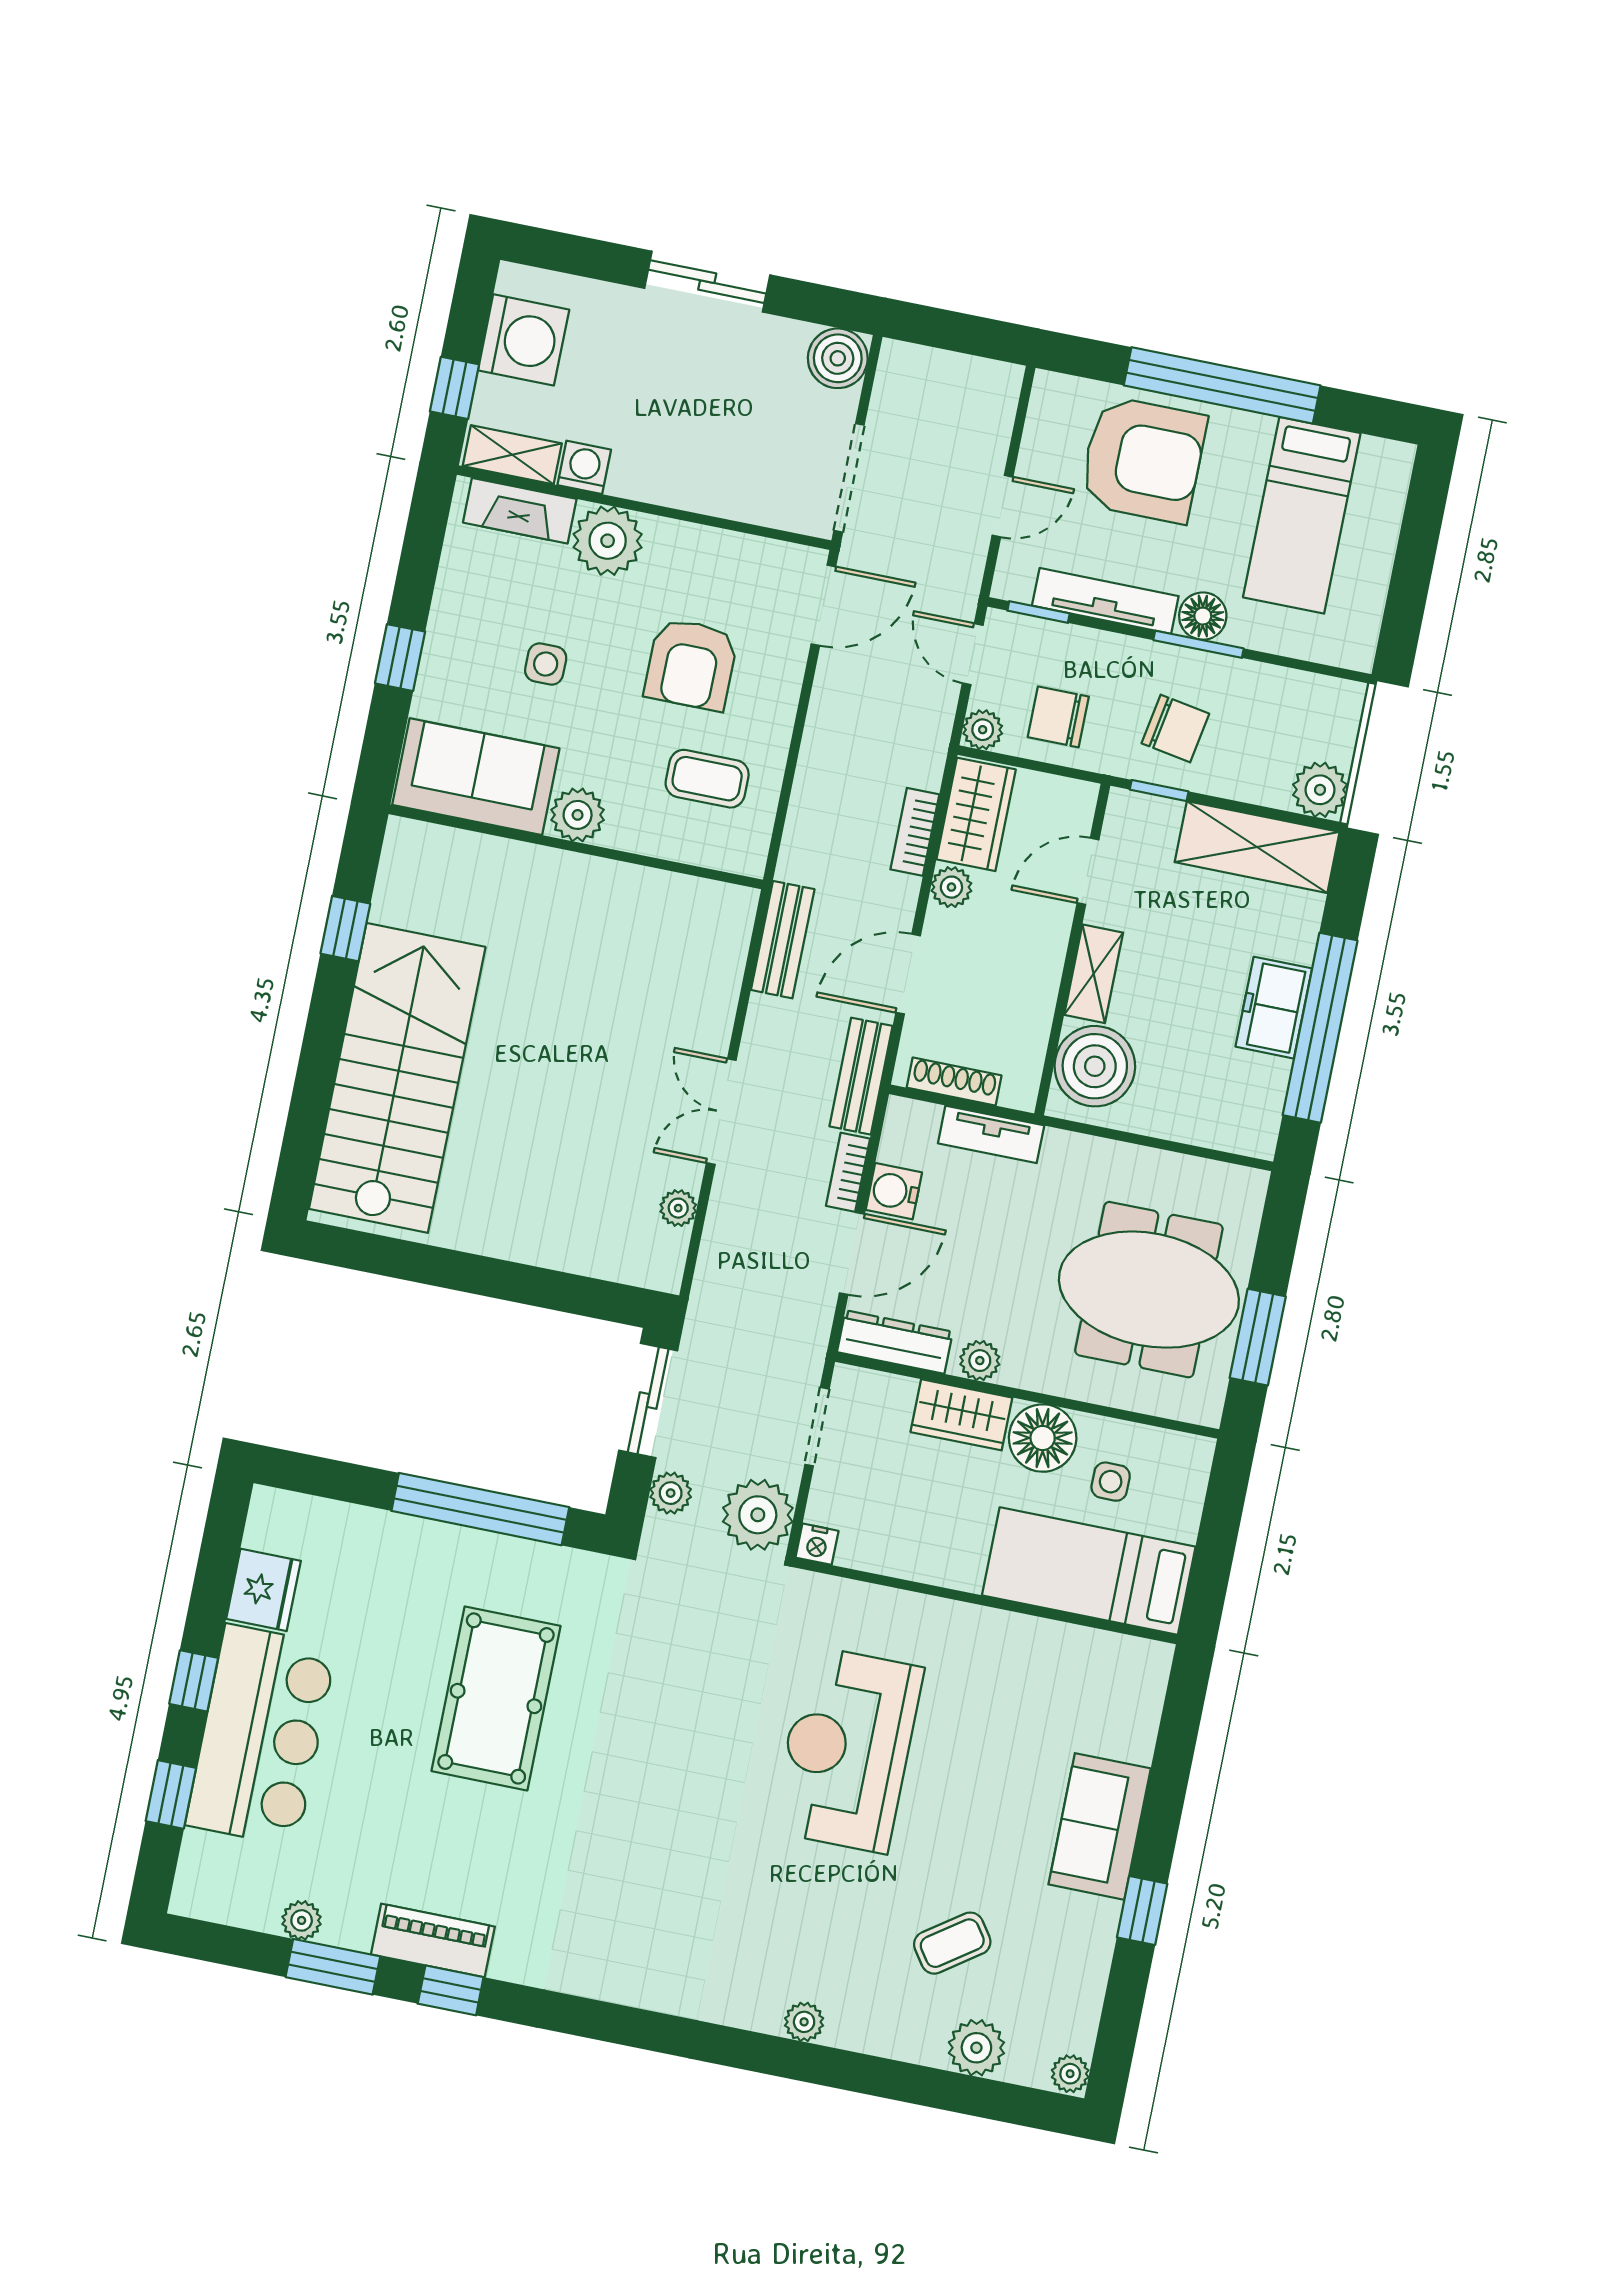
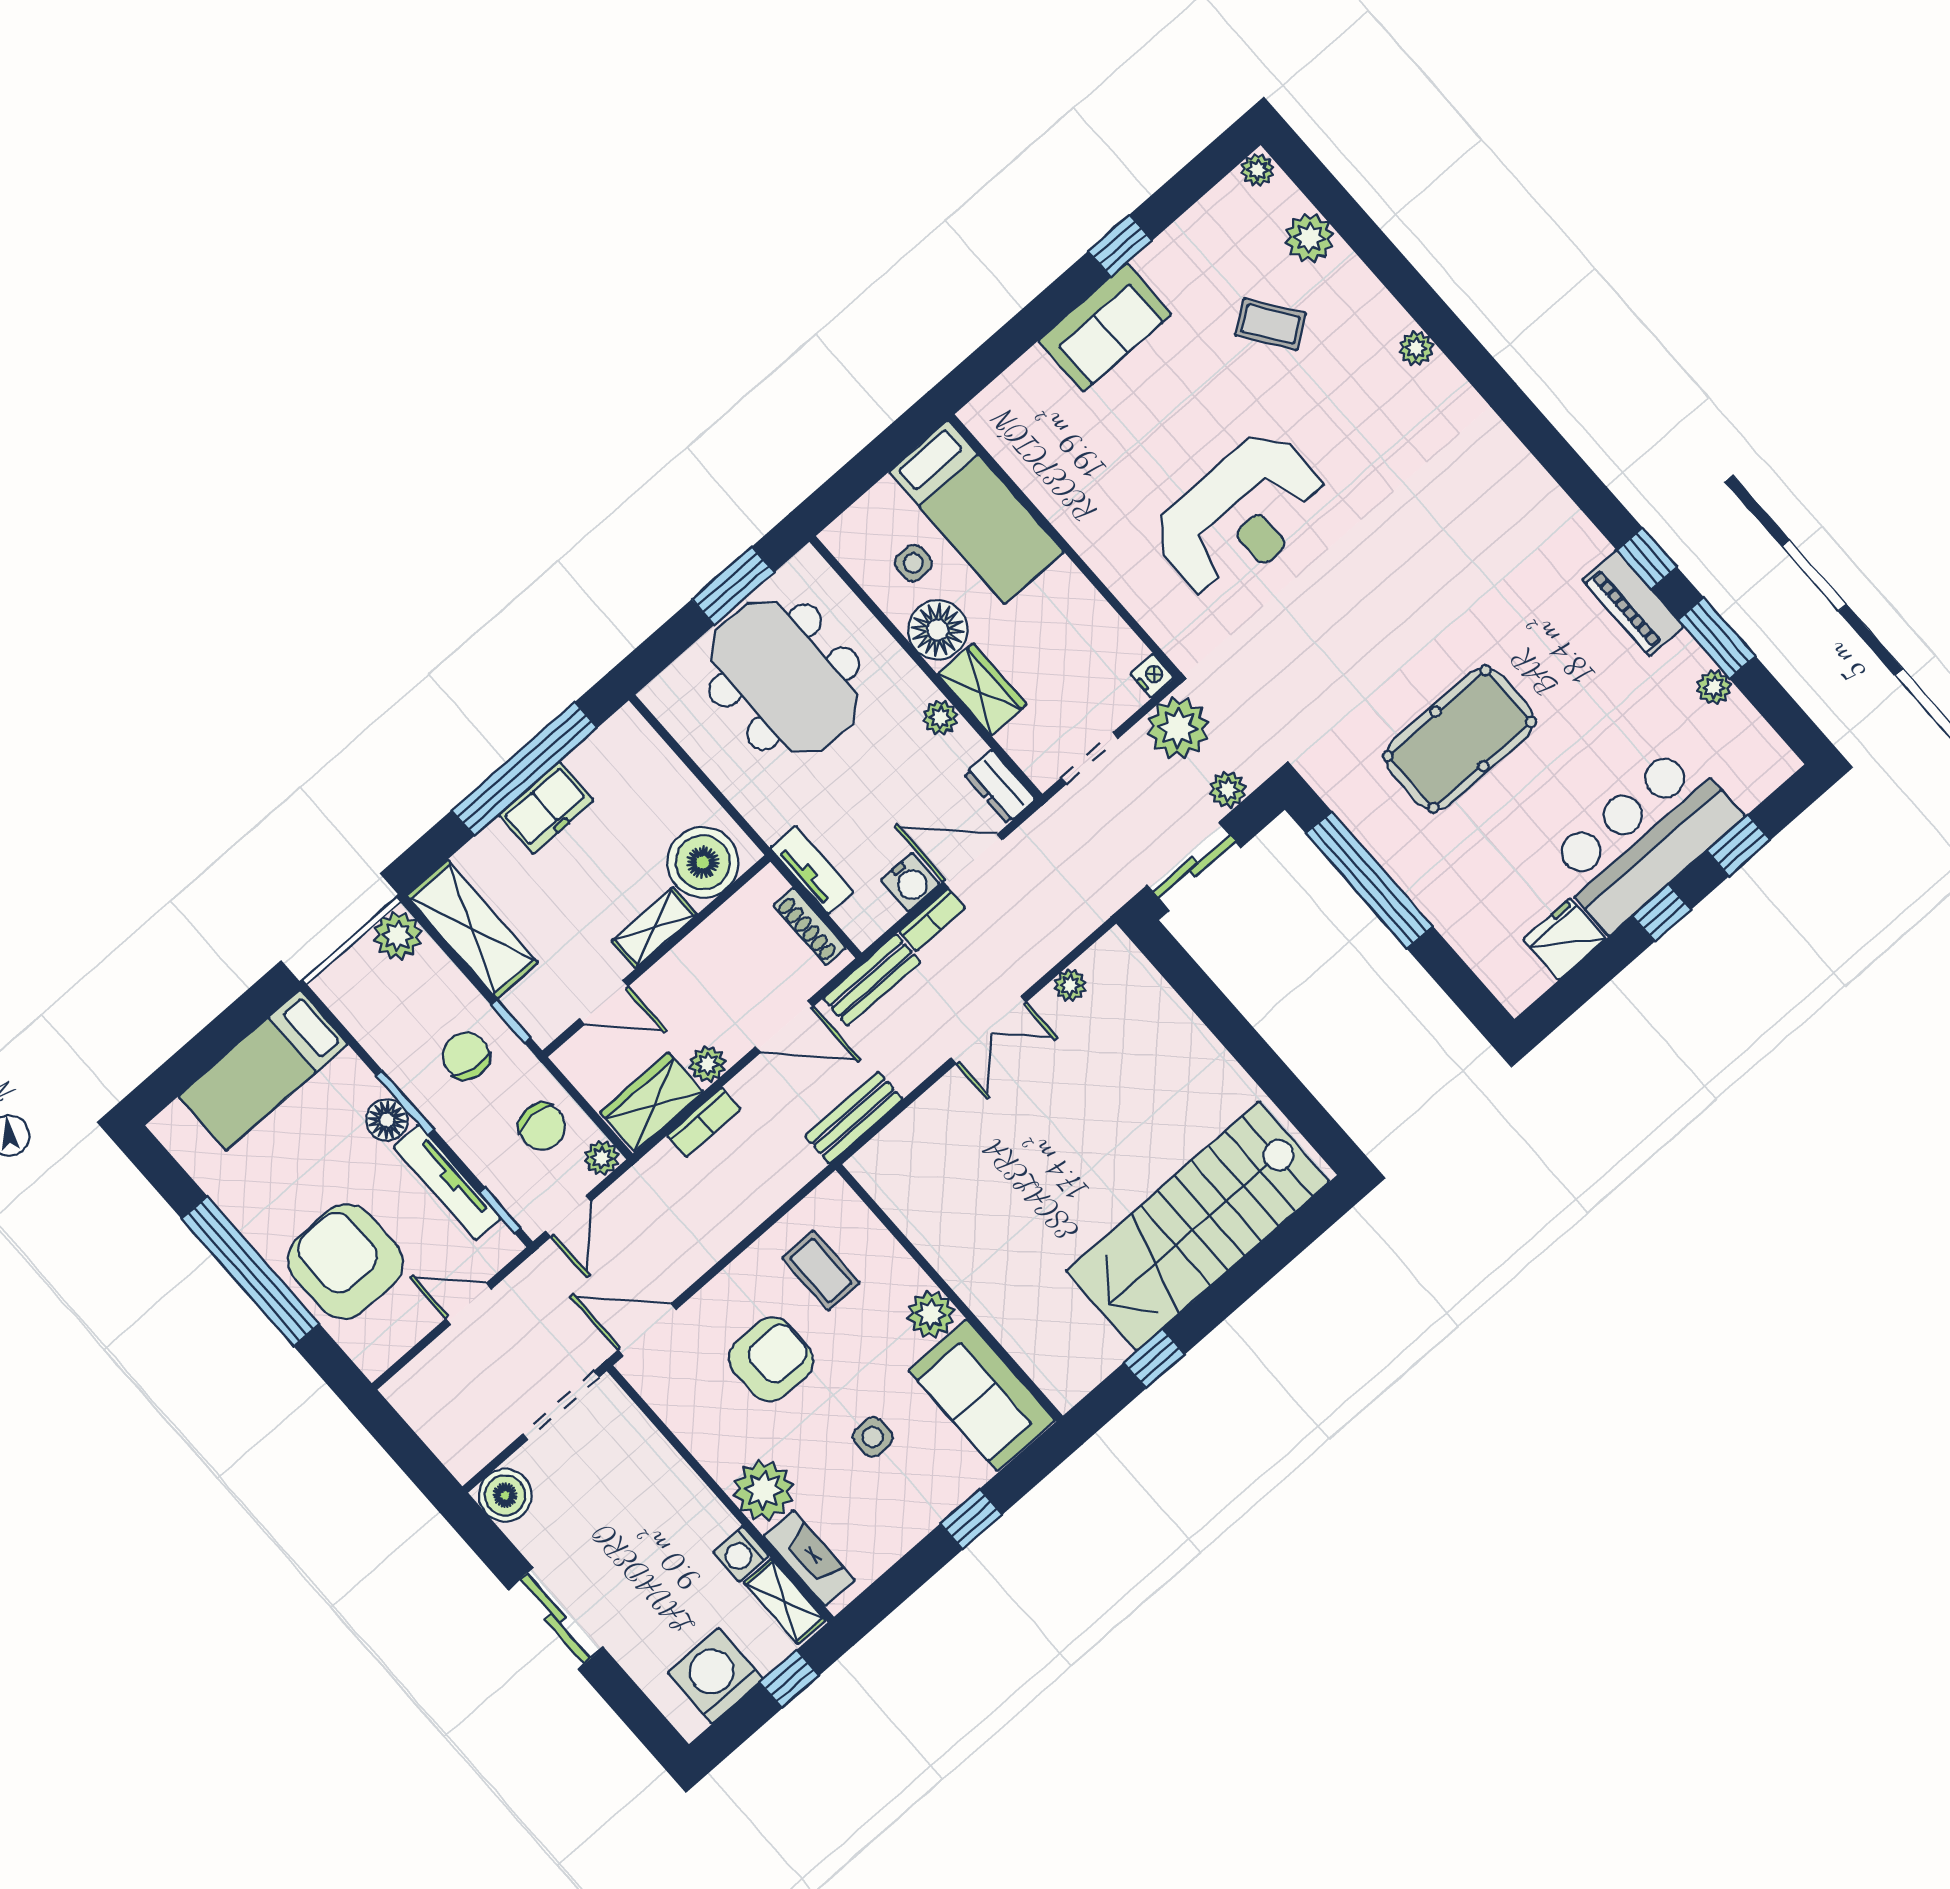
bed: (1302, 515) -> (263, 1070), moved, turned 180
dresser: (895, 1342) -> (1000, 787), width x0.70

